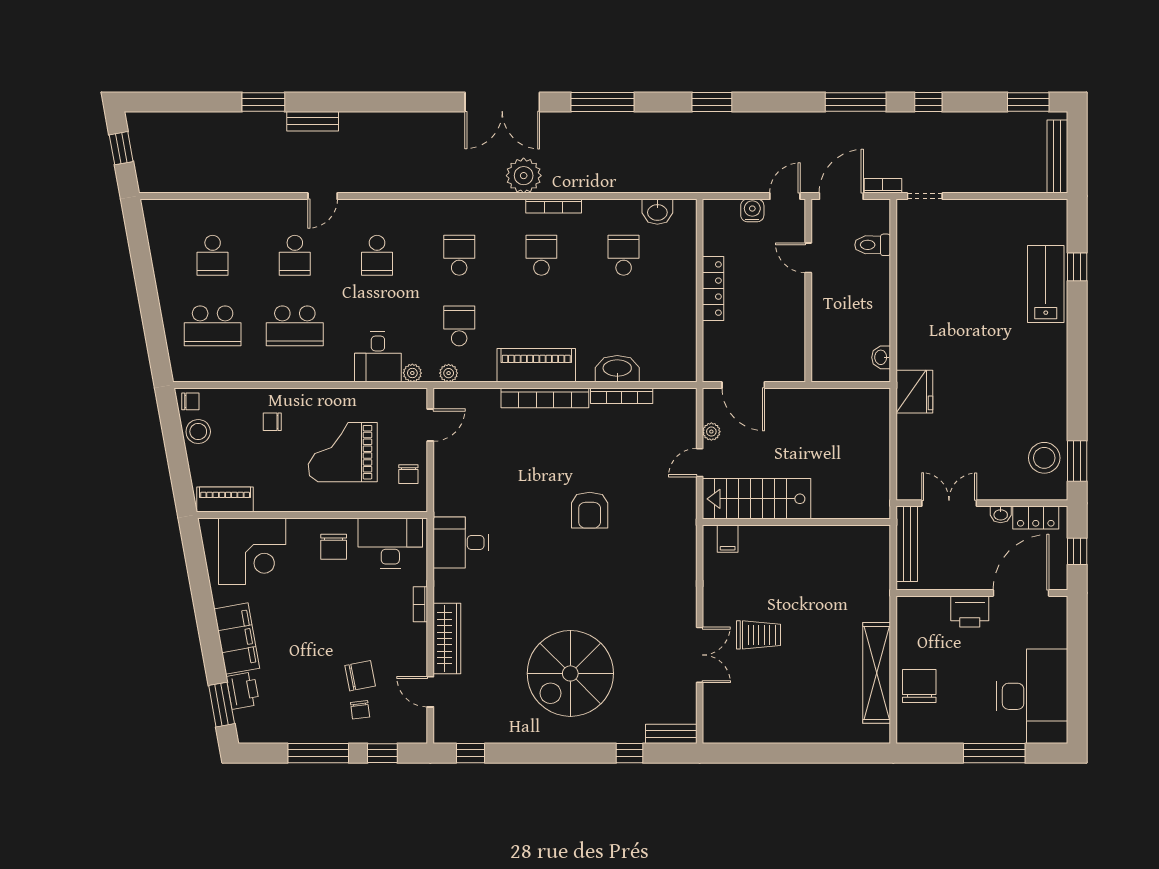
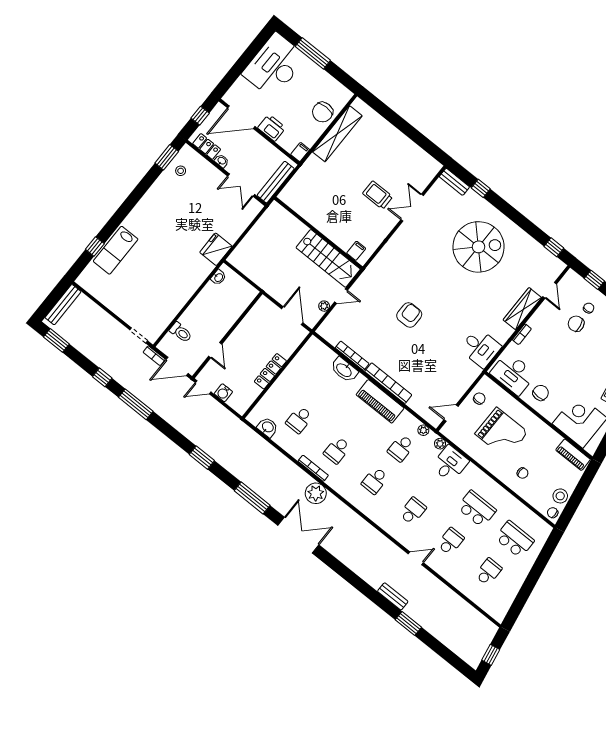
stool: (1044, 458) -> (181, 171), width x0.53, depth x0.53
filing cabinet: (906, 609) -> (300, 152), added

